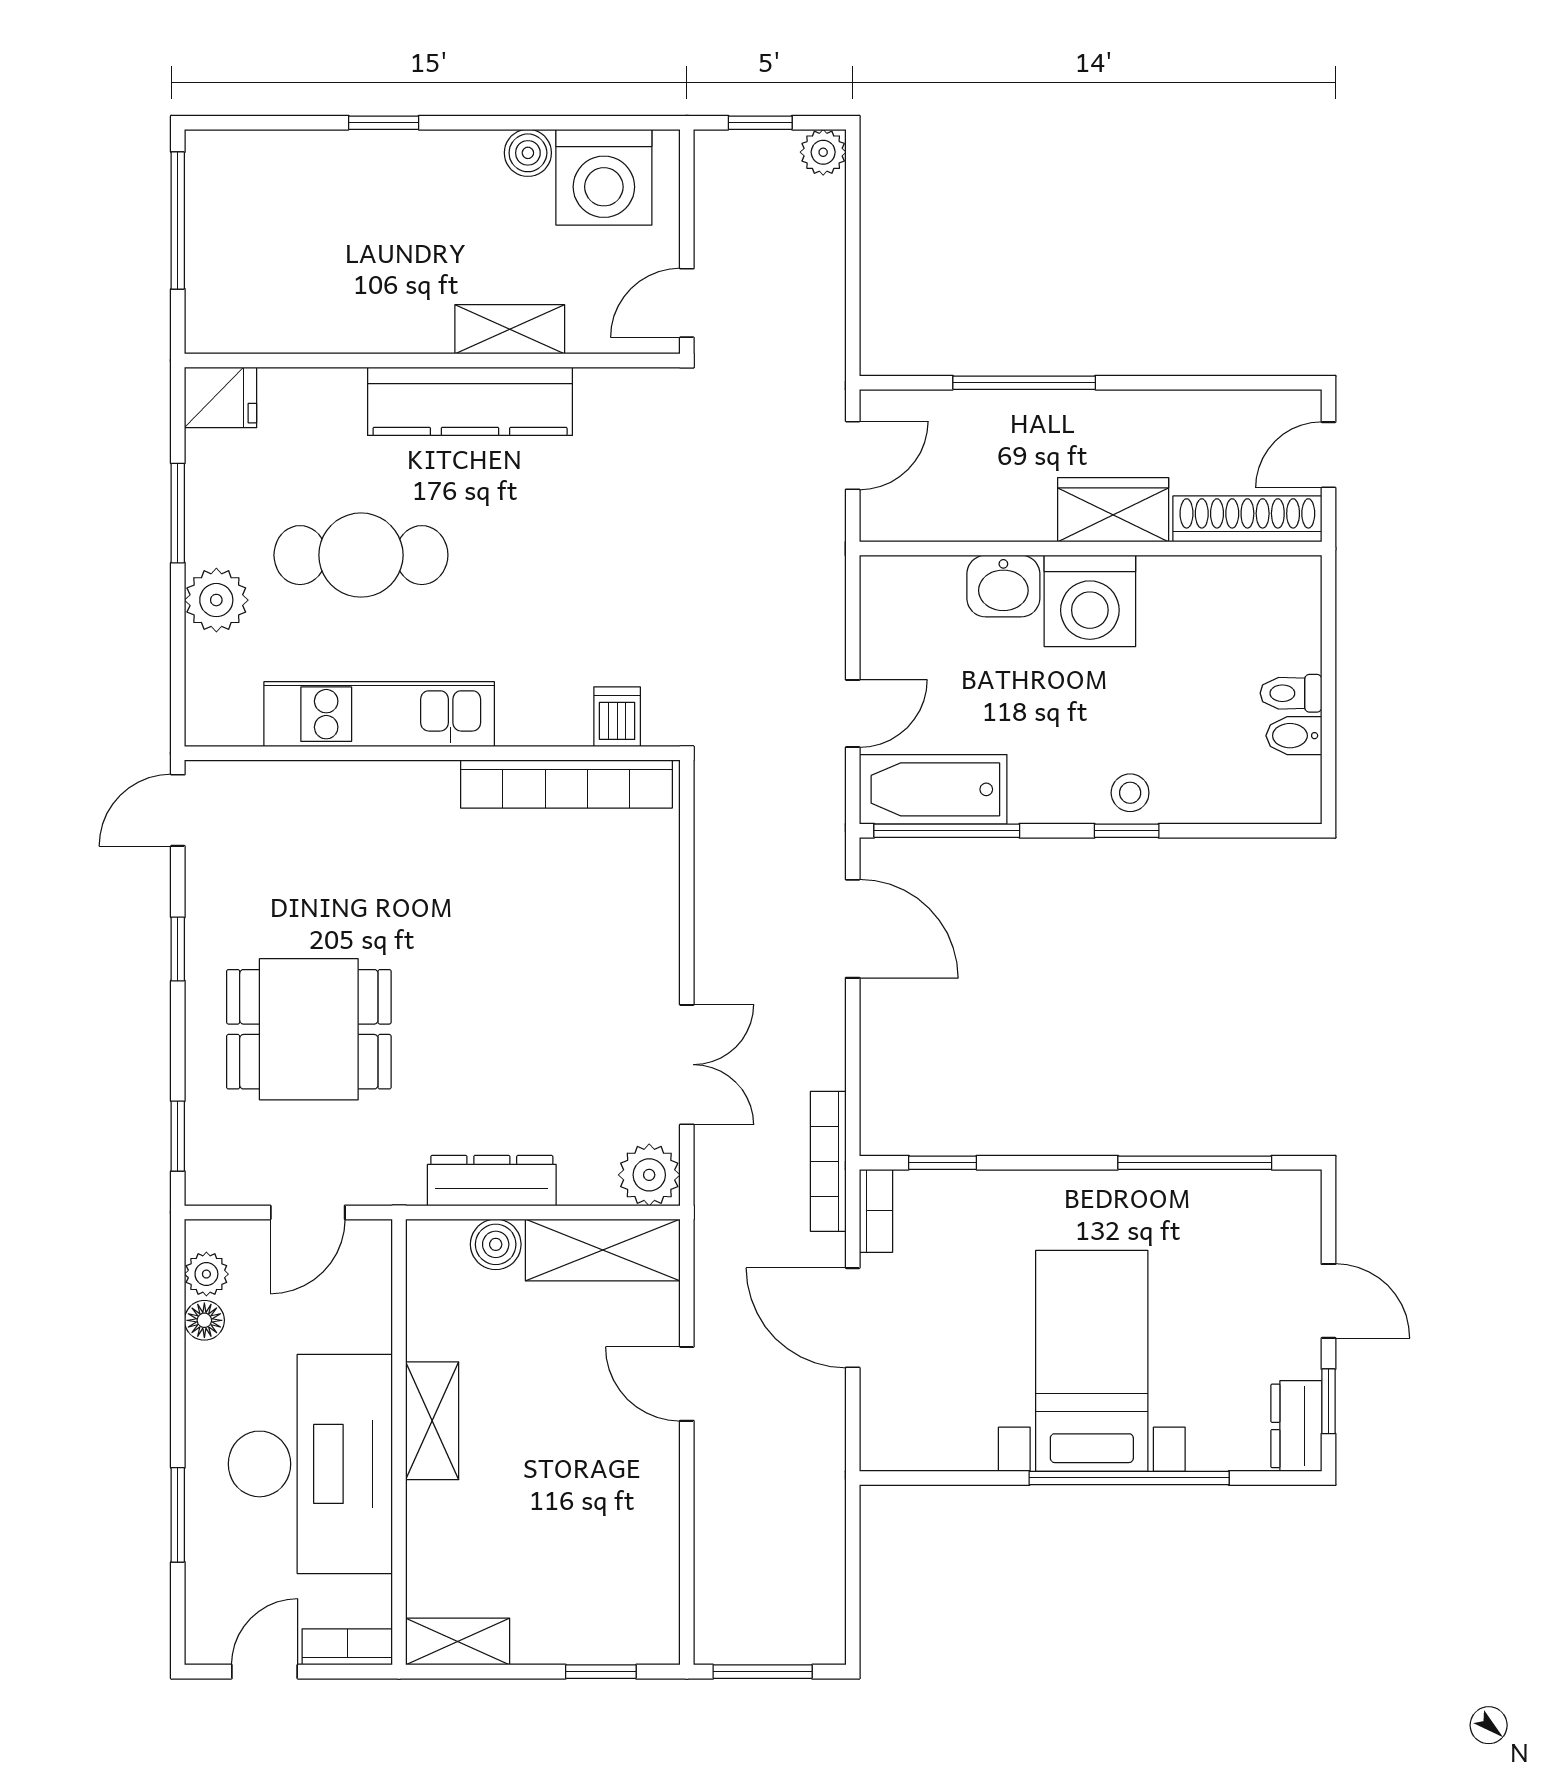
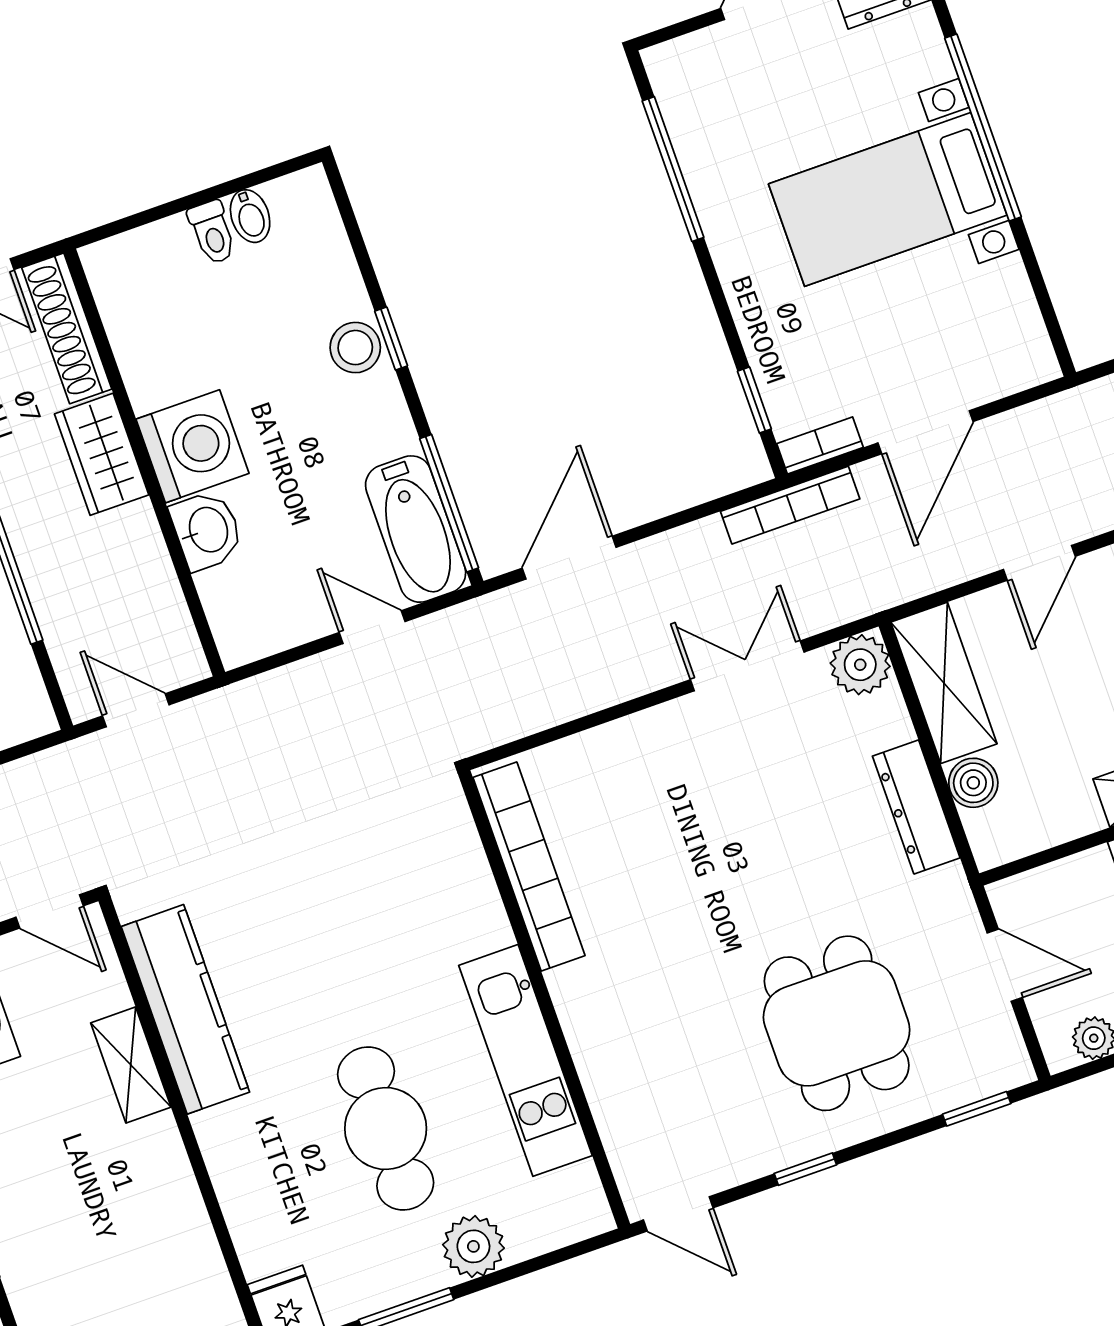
kitchen counter: (470, 401) -> (185, 1009), moved
dishwasher: (617, 717) -> (451, 842), removed
stool: (1130, 793) -> (355, 348), width x1.37, depth x1.37

